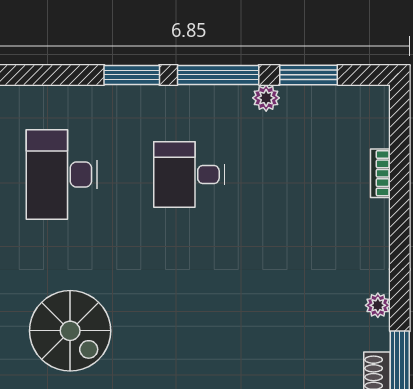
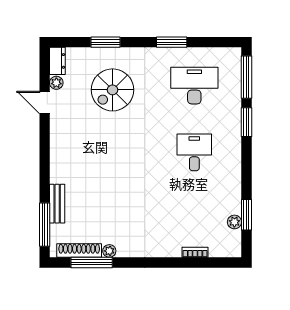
window: (218, 75) -> (246, 77), moved
plant: (266, 98) -> (234, 222), moved
plant: (378, 305) -> (109, 251), moved

